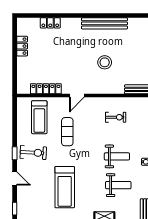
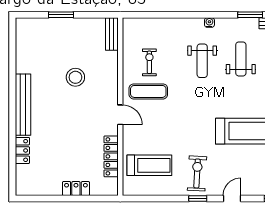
bench: (104, 23) -> (23, 105), moved
locker: (22, 46) -> (76, 189), moved
exercise mat: (67, 132) -> (148, 91), moved
weight bench: (117, 156) -> (202, 61), turned 180

